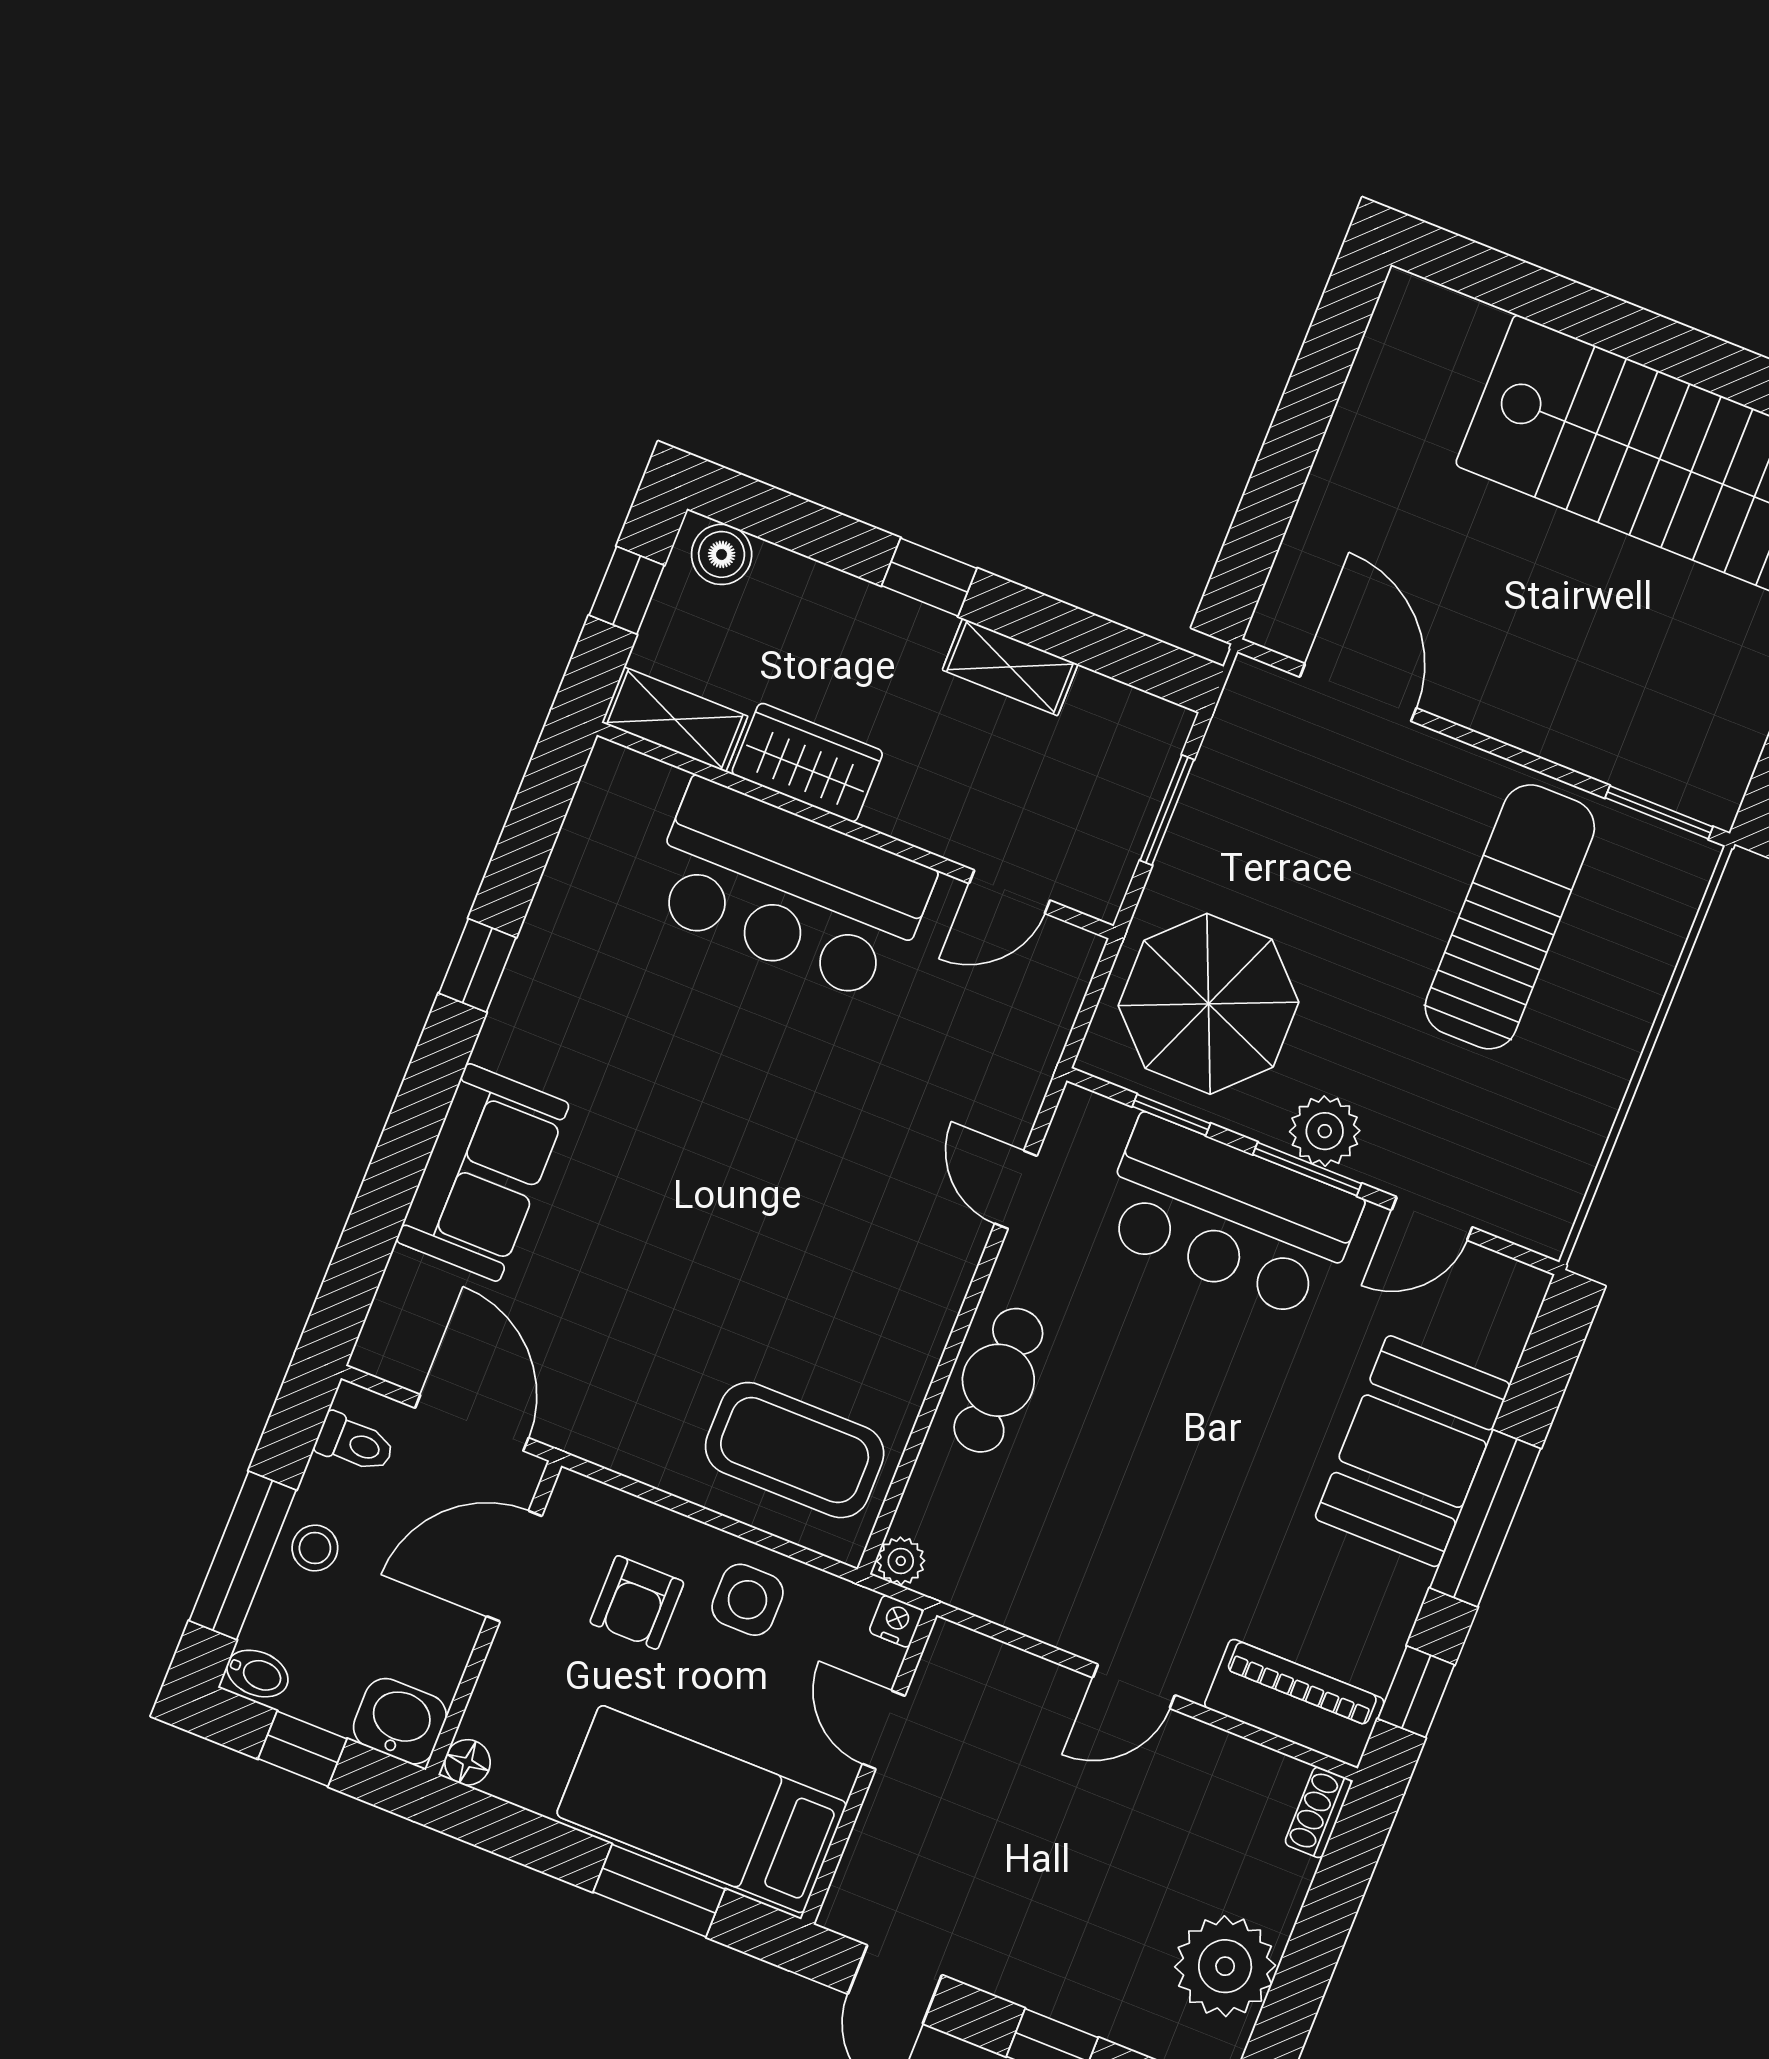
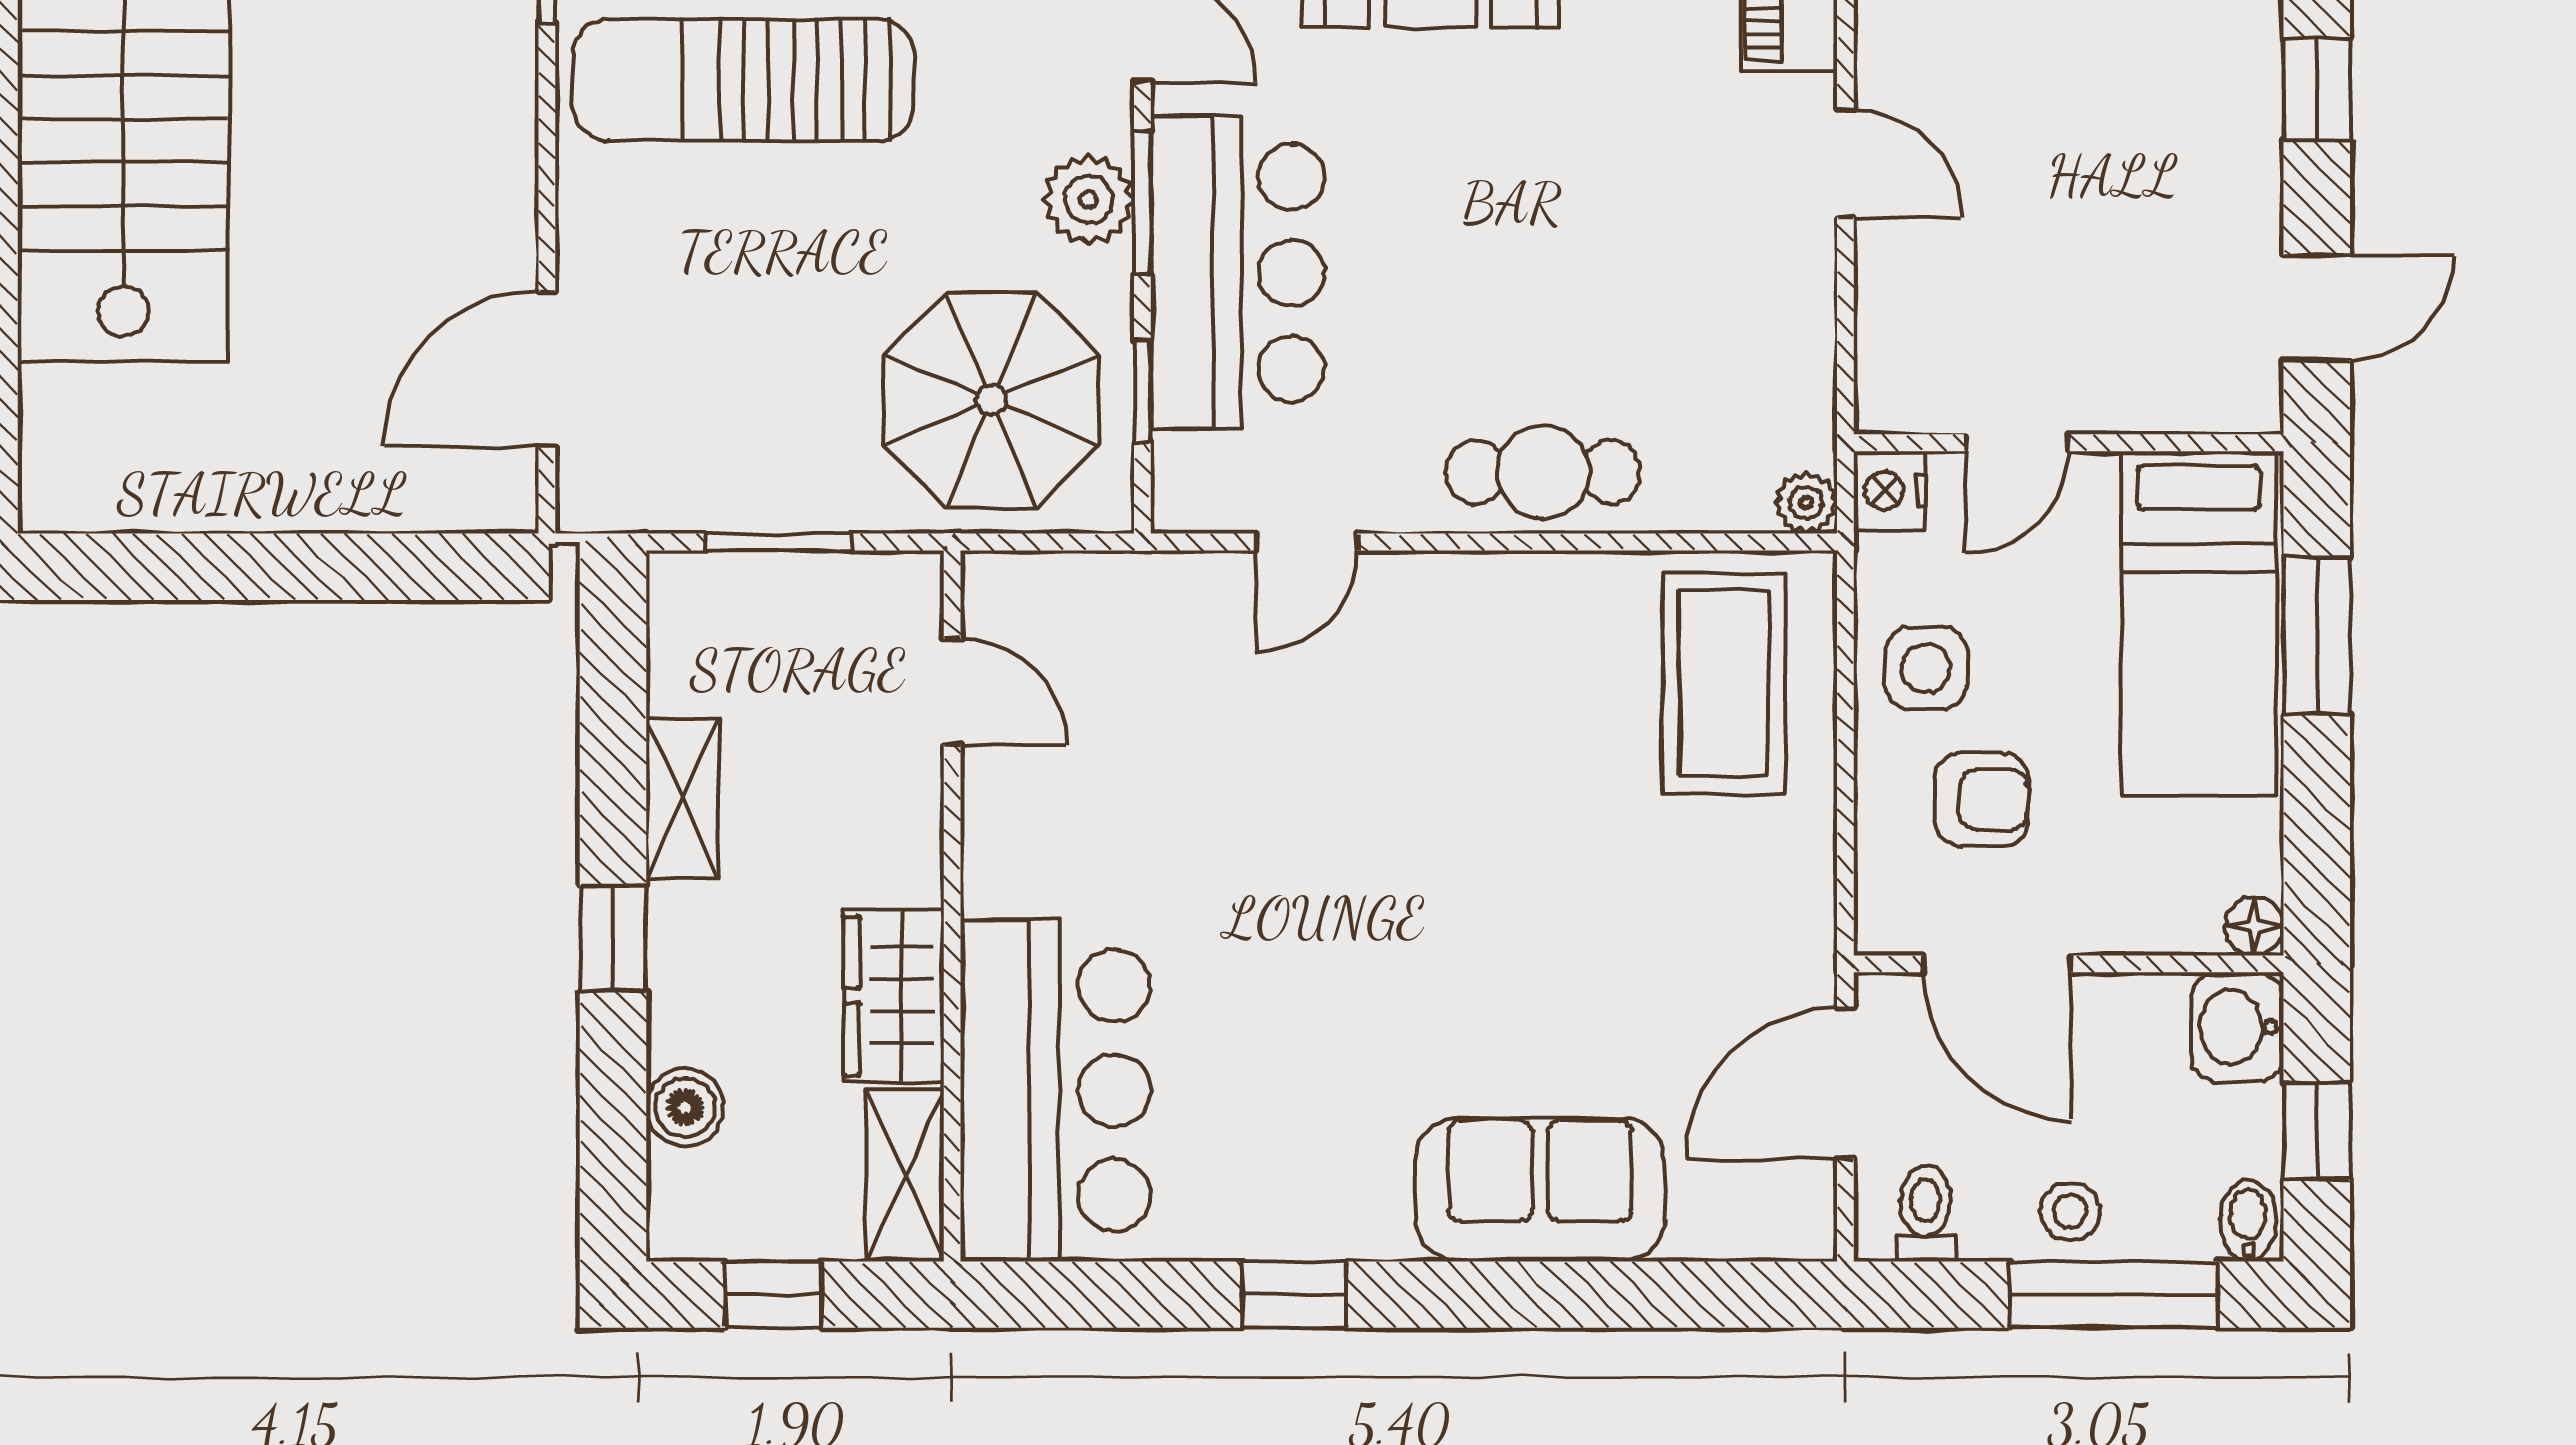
boiler: (722, 554) -> (685, 1107), moved
bar counter: (789, 890) -> (1055, 1091), moved
nightstand: (896, 1621) -> (1890, 491), width x1.39, depth x1.35

